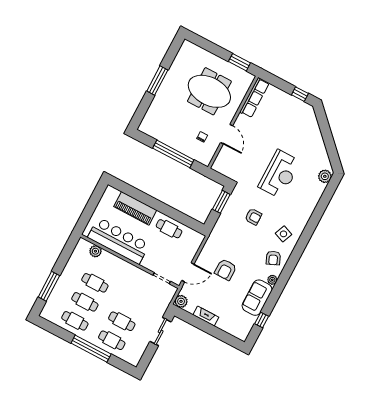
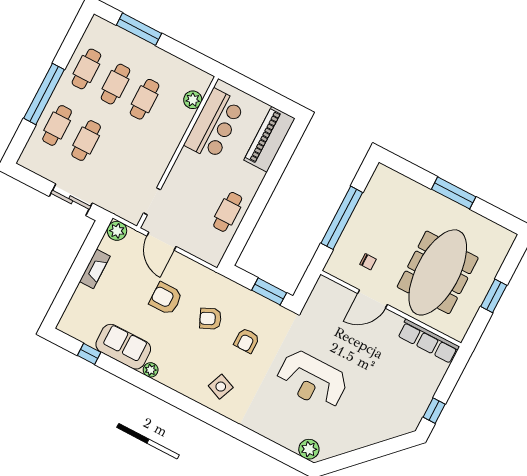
window: (239, 62) -> (494, 296), moved
meeting table: (209, 91) -> (438, 272), width x1.36
piano: (135, 208) -> (270, 139), moved
bar counter: (119, 241) -> (214, 124), width x0.73
armchair: (273, 258) -> (210, 319), moved

